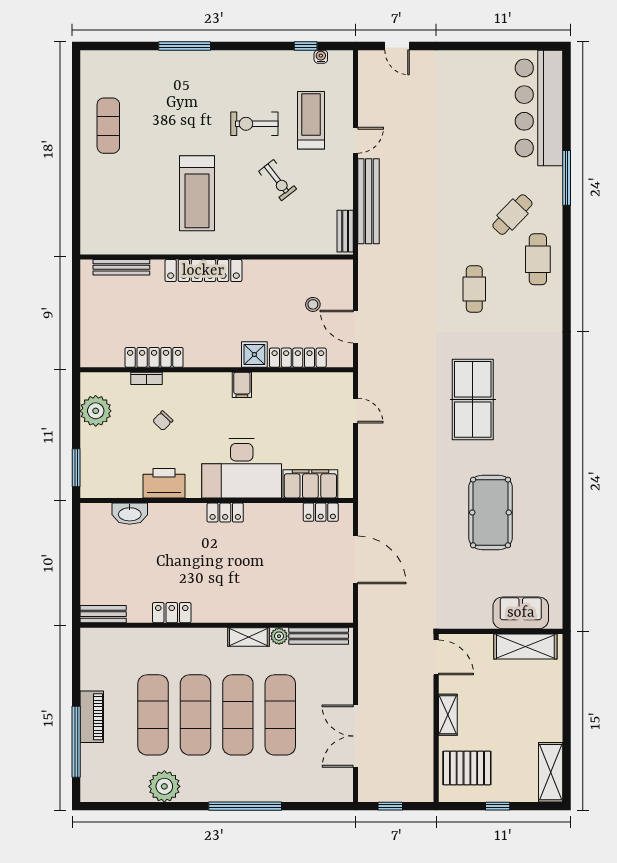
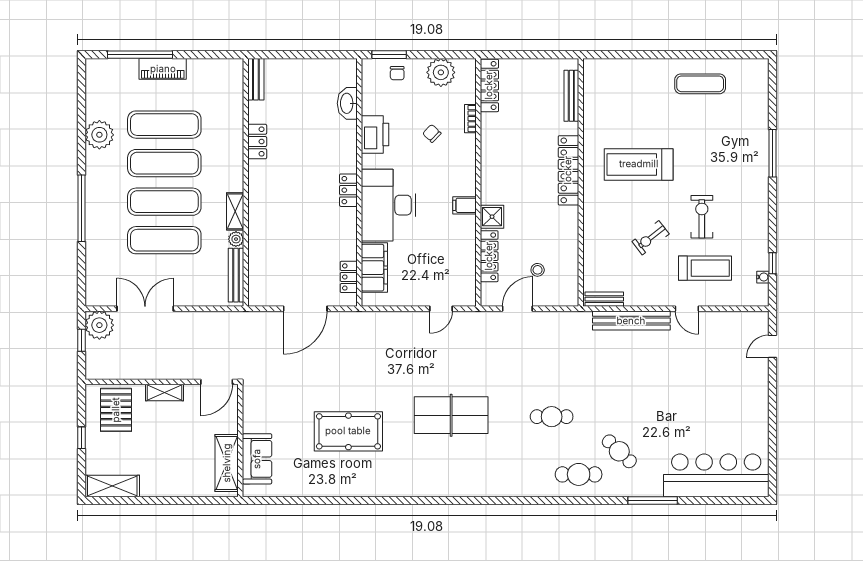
locker: (154, 357) -> (489, 85), moved
chair: (97, 459) -> (397, 73), added
plant: (374, 786) -> (99, 325), added

